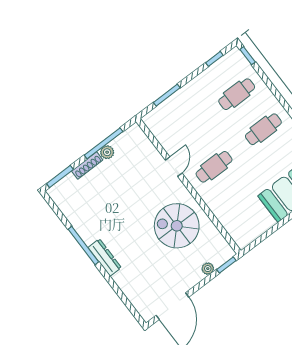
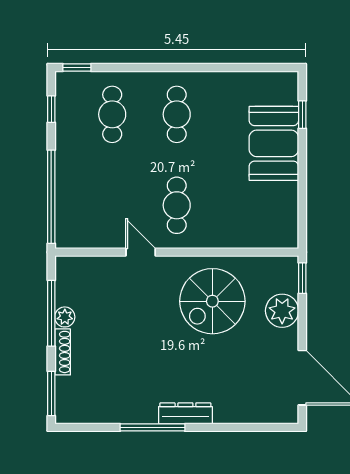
window: (167, 95) -> (51, 197), width x2.11
plant: (208, 269) -> (282, 311), width x1.88, depth x1.88

